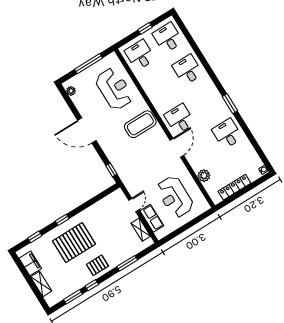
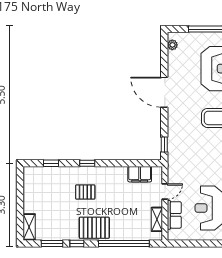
pallet: (74, 243) -> (85, 192), width x0.49, depth x0.50
filing cabinet: (30, 263) -> (140, 174), moved, turned 90
window: (127, 263) -> (124, 243), width x2.11
pallet: (97, 265) -> (94, 228), width x1.50, depth x1.42
shelving: (41, 284) -> (29, 227), moved

